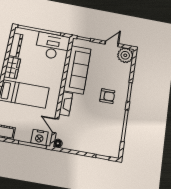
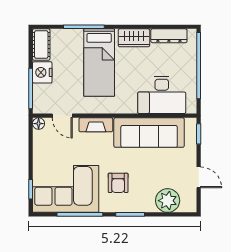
desk: (53, 46) -> (162, 95), moved, turned 90
plant: (125, 55) -> (168, 201), moved
door: (55, 126) -> (62, 116), swing flipped
corner sofa: (106, 132) -> (66, 189), added
nightstand: (39, 137) -> (42, 72), moved

